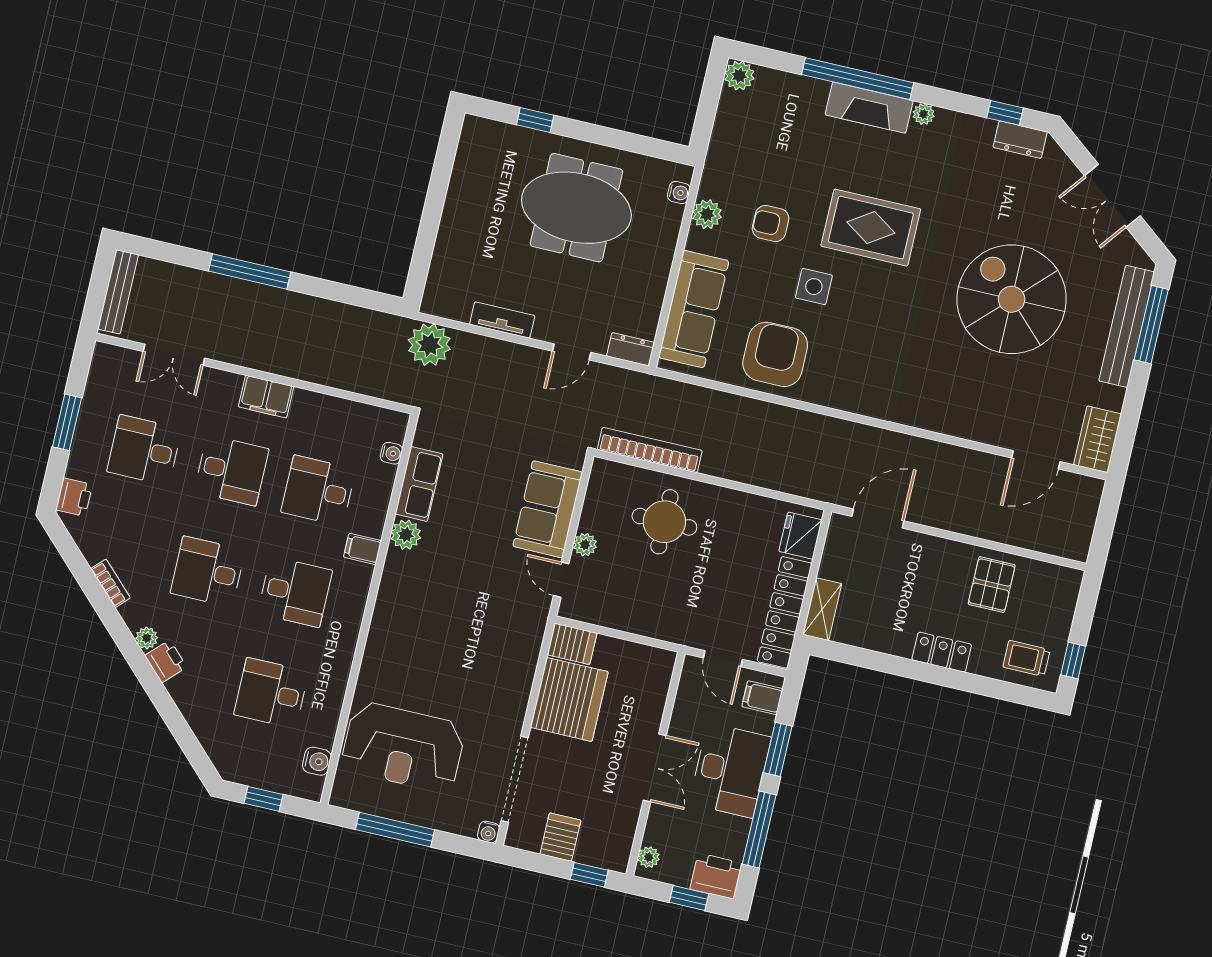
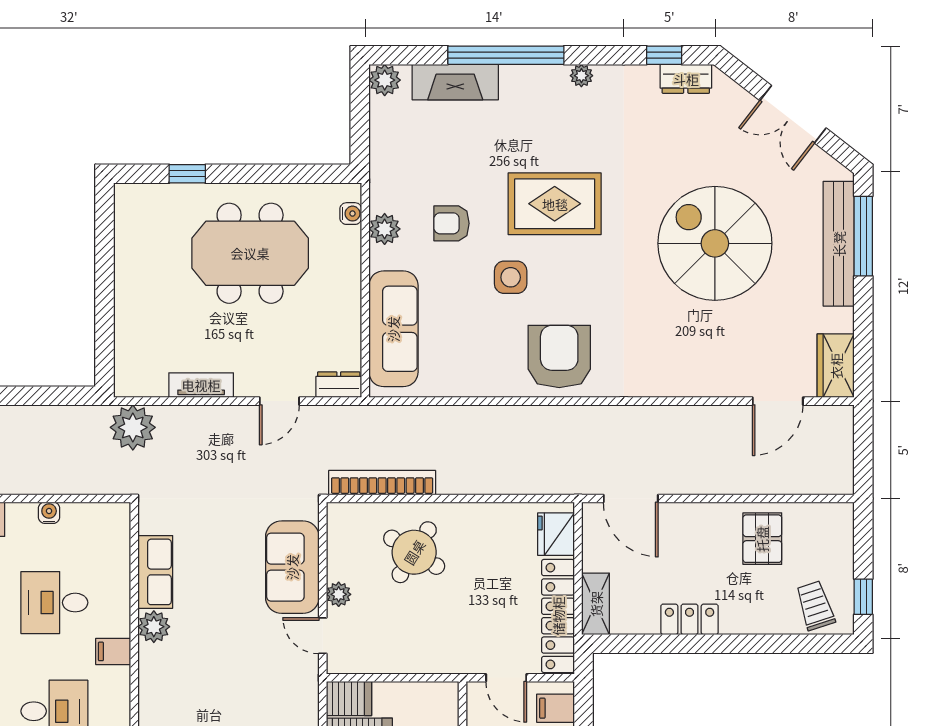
fireplace: (869, 108) -> (455, 82), moved
armchair: (775, 354) -> (559, 357), moved
water cooler: (391, 453) -> (49, 513), moved, turned -90
door: (878, 519) -> (631, 498), swing flipped
round table: (664, 522) -> (414, 552), turned 32
locker: (942, 652) -> (690, 619), moved
trolley: (1026, 658) -> (815, 606), turned 72

